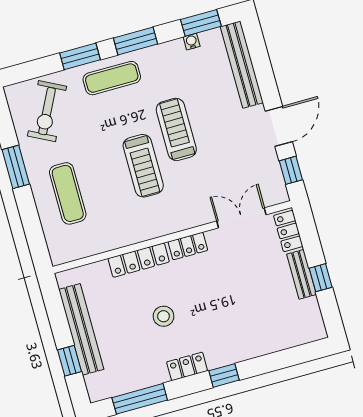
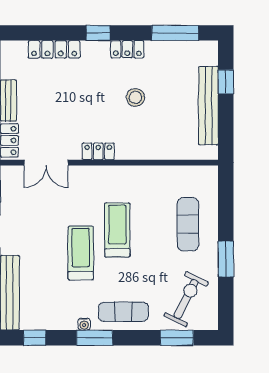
window: (201, 23) -> (35, 338), width x0.67
water cooler: (192, 42) -> (84, 324), moved
window: (80, 56) -> (177, 338), moved
treadmill: (176, 129) -> (81, 253), turned 180
locker: (139, 260) -> (54, 49), moved, turned 180

